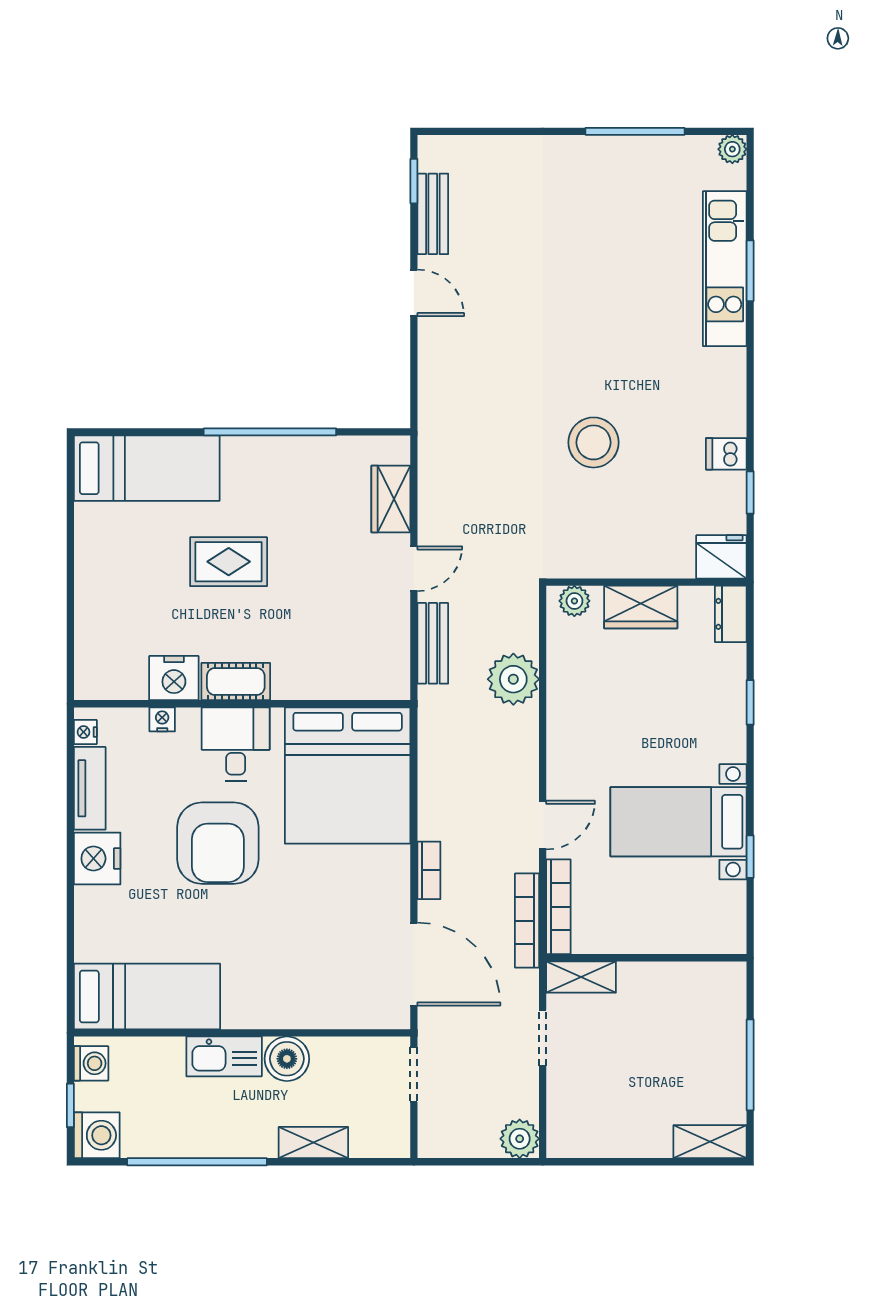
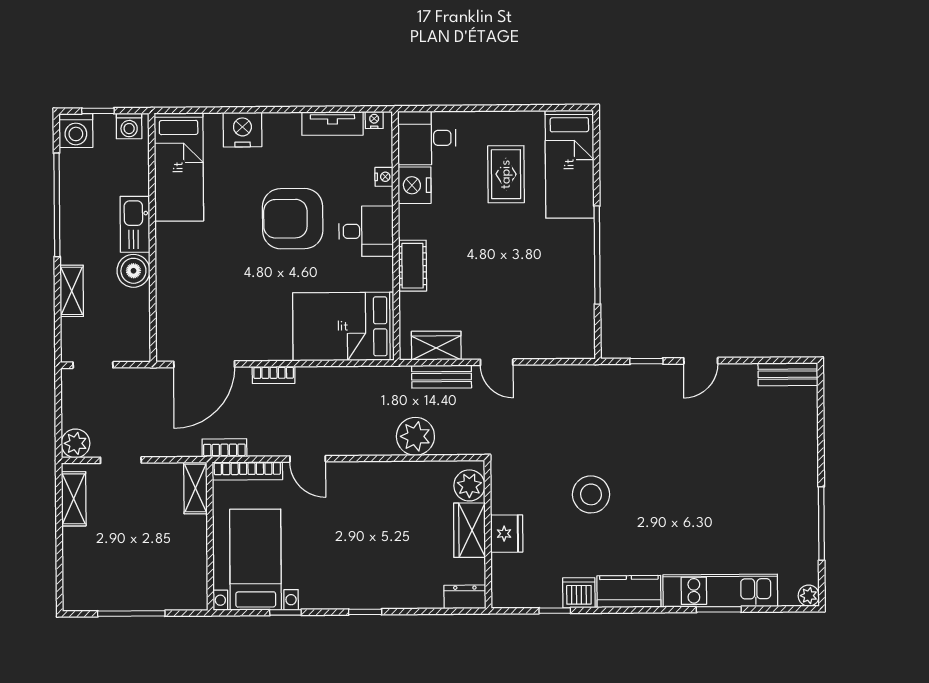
window: (414, 181) -> (646, 361), moved
bench: (433, 214) -> (788, 374), moved
kitchen counter: (725, 392) -> (629, 591), added
dishwasher: (726, 454) -> (579, 593), width x1.38
wardrobe: (391, 499) -> (436, 346), moved
fridge: (721, 557) -> (507, 534), moved
rug: (229, 562) -> (506, 174), moved
plant: (574, 601) -> (469, 485), width x1.38, depth x1.38
desk: (110, 661) -> (427, 138), added
cot: (236, 682) -> (413, 266), moved
window: (750, 702) -> (365, 612), moved
bed: (348, 776) -> (343, 327), width x0.73
bed with nightstands: (678, 822) -> (255, 560), moved
nightstand: (97, 859) -> (242, 130), moved
bookcase: (527, 921) -> (224, 448), width x0.64
doorway: (543, 1038) -> (121, 460), moved
doorway: (414, 1075) -> (93, 365), moved
shelving: (710, 1142) -> (74, 499), moved

